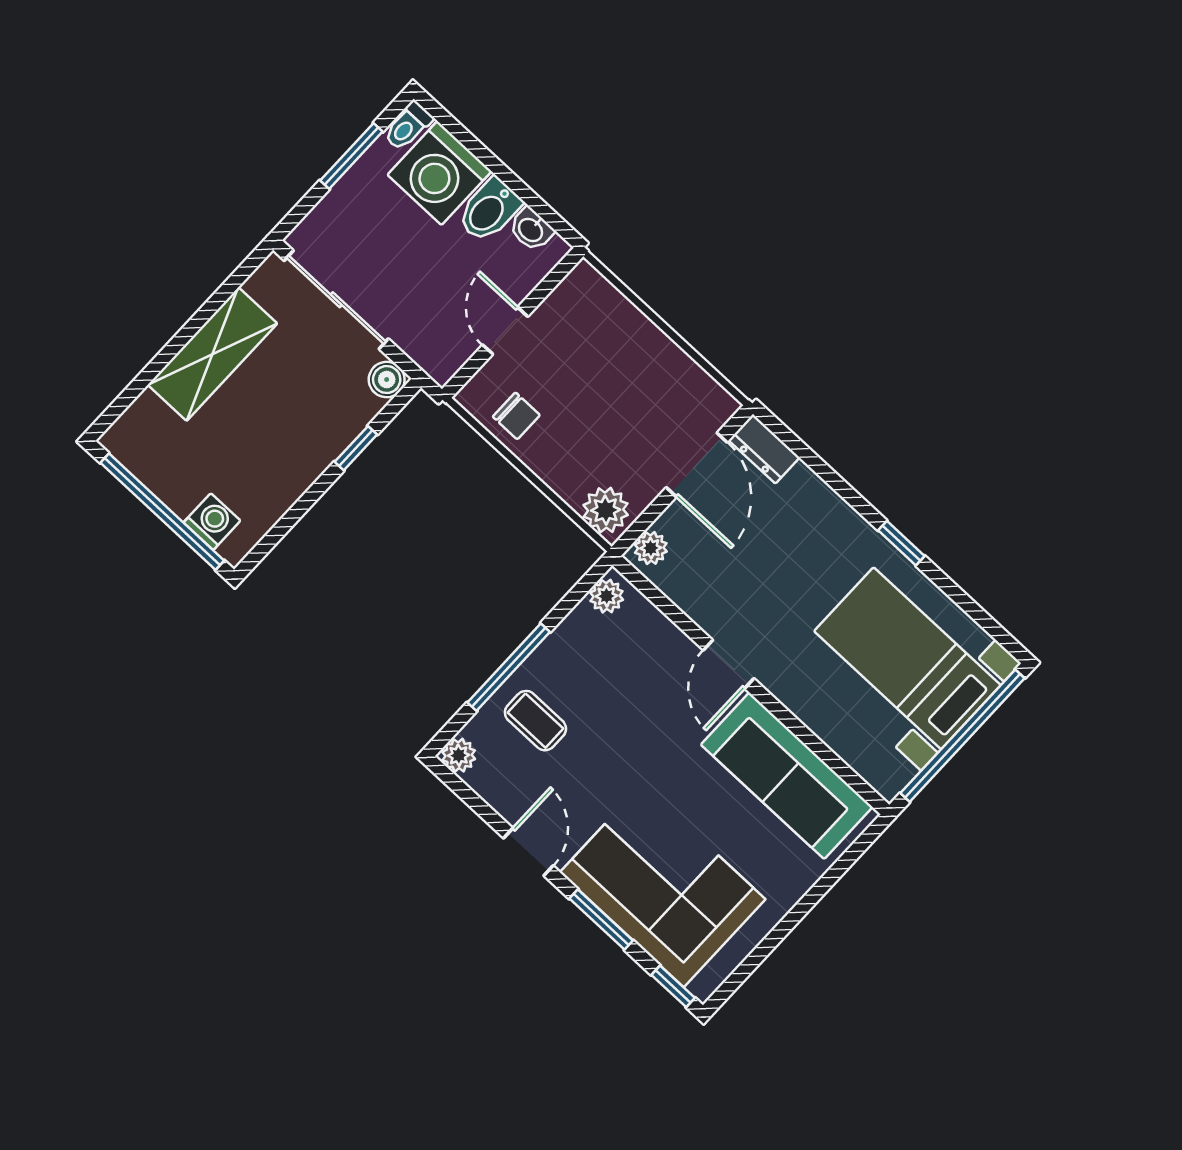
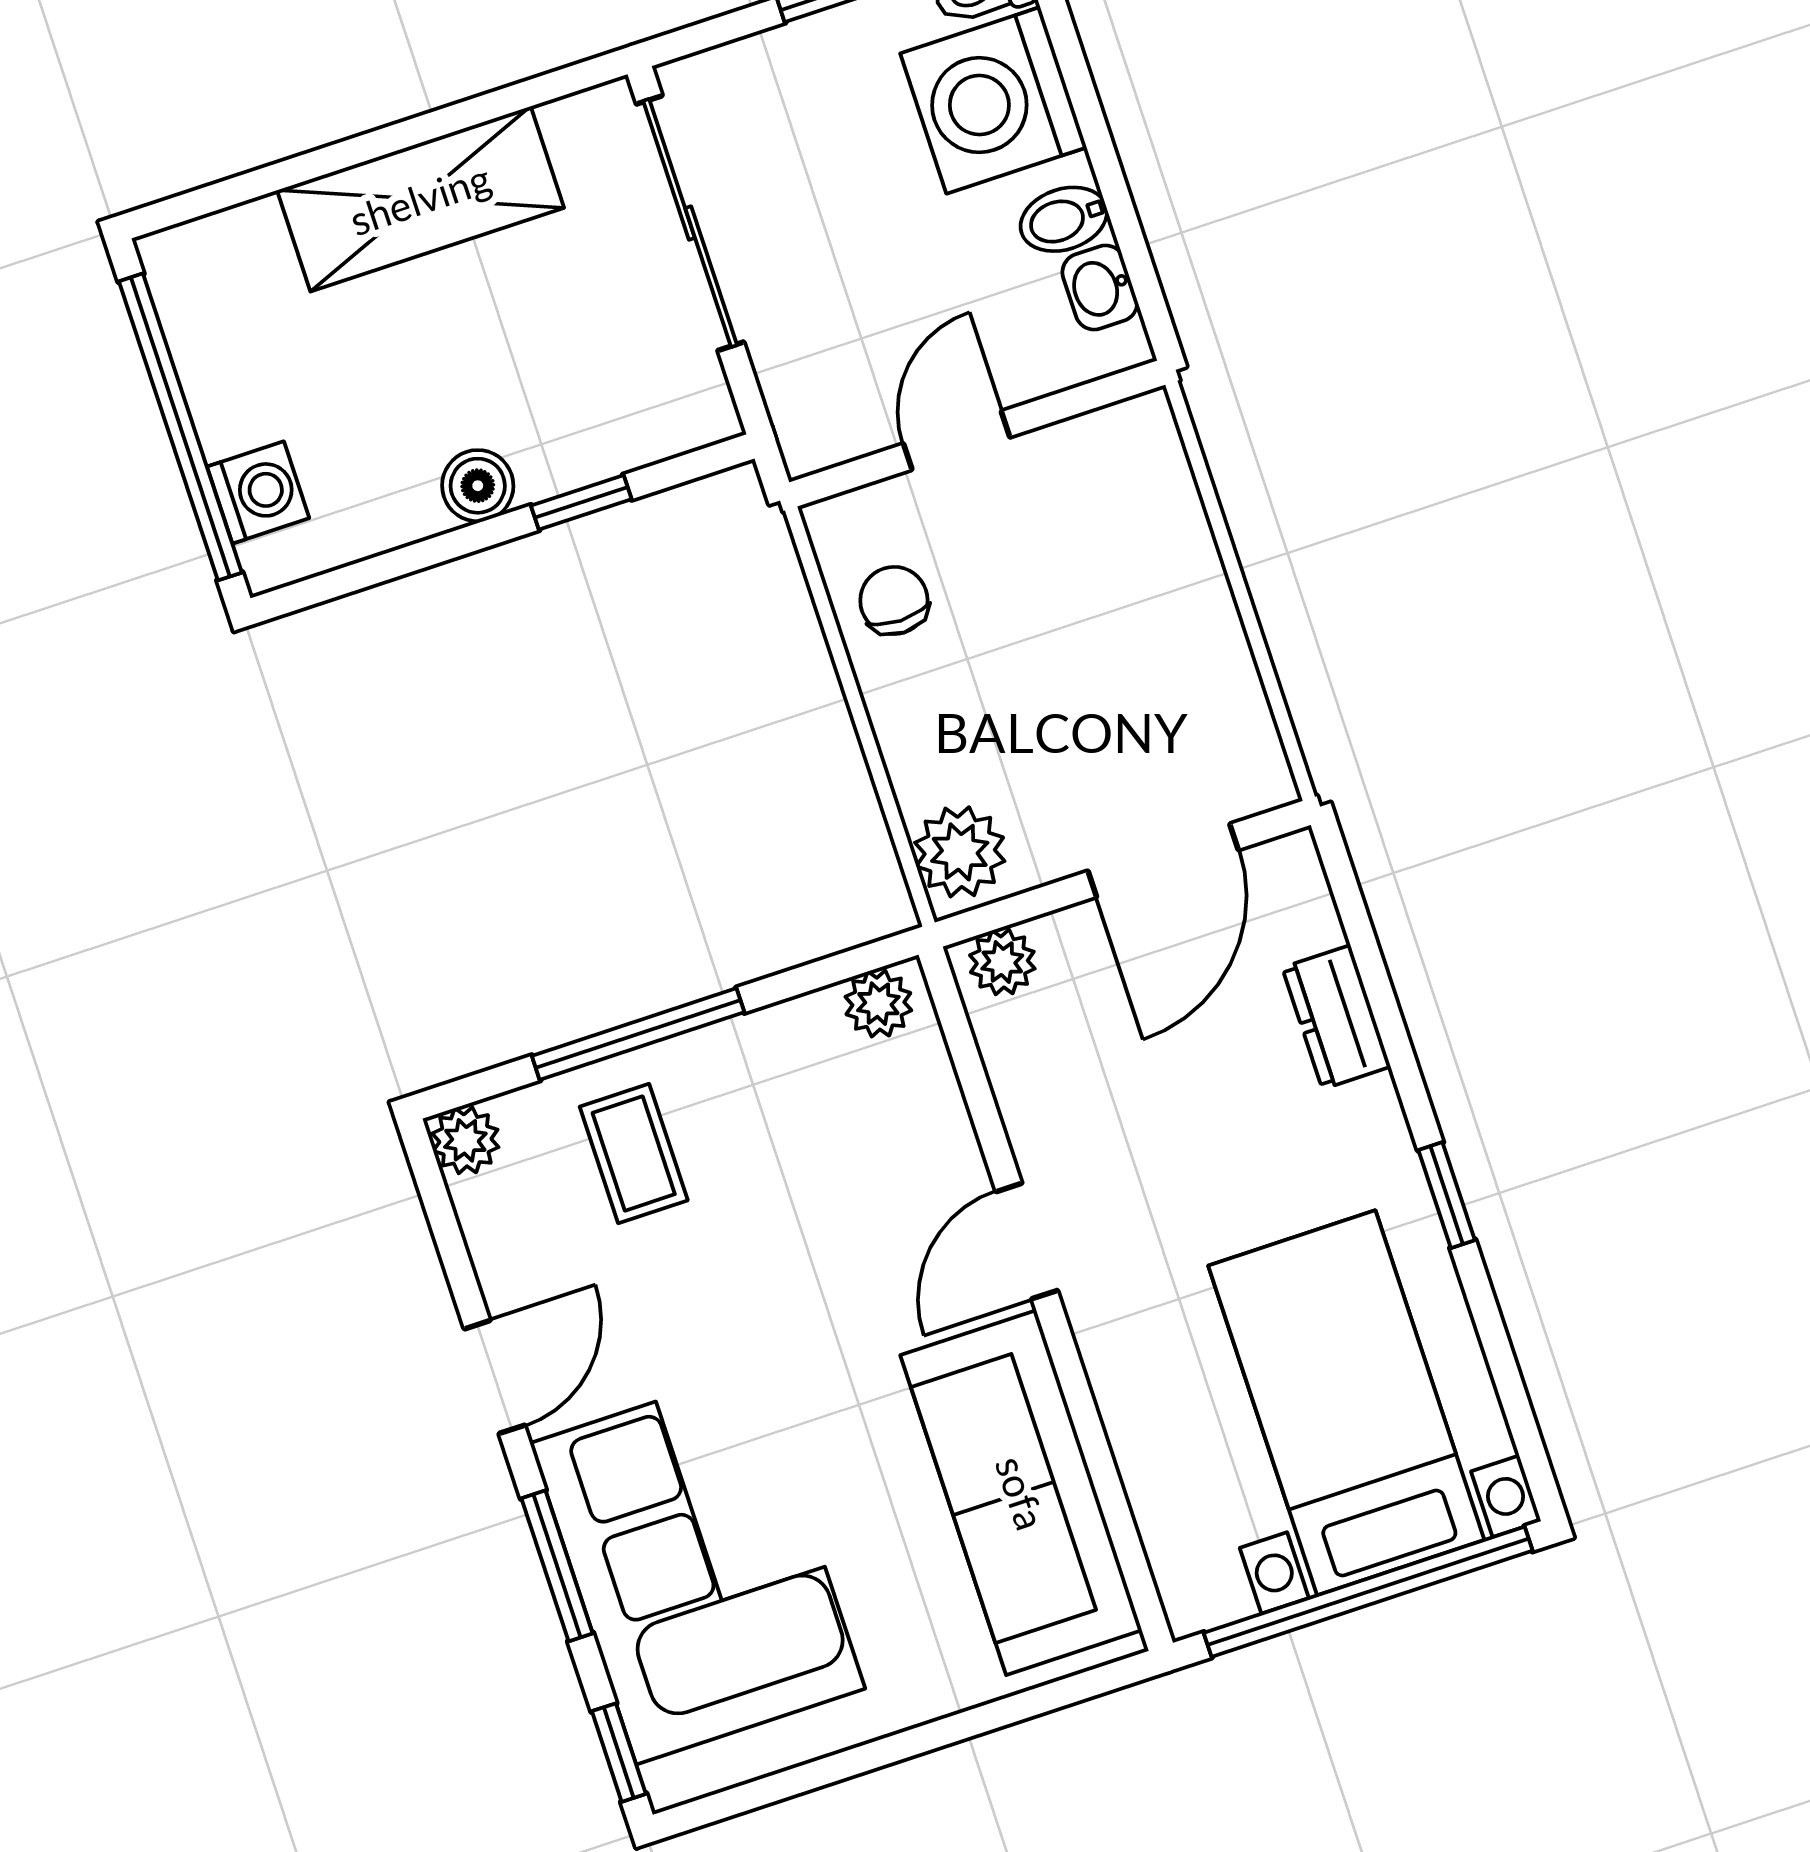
bidet: (489, 210) -> (1064, 219), width x0.72, depth x0.74
boiler: (387, 380) -> (478, 486), moved
chair: (516, 416) -> (894, 600), turned 180
dresser: (764, 449) -> (1336, 1017), moved

